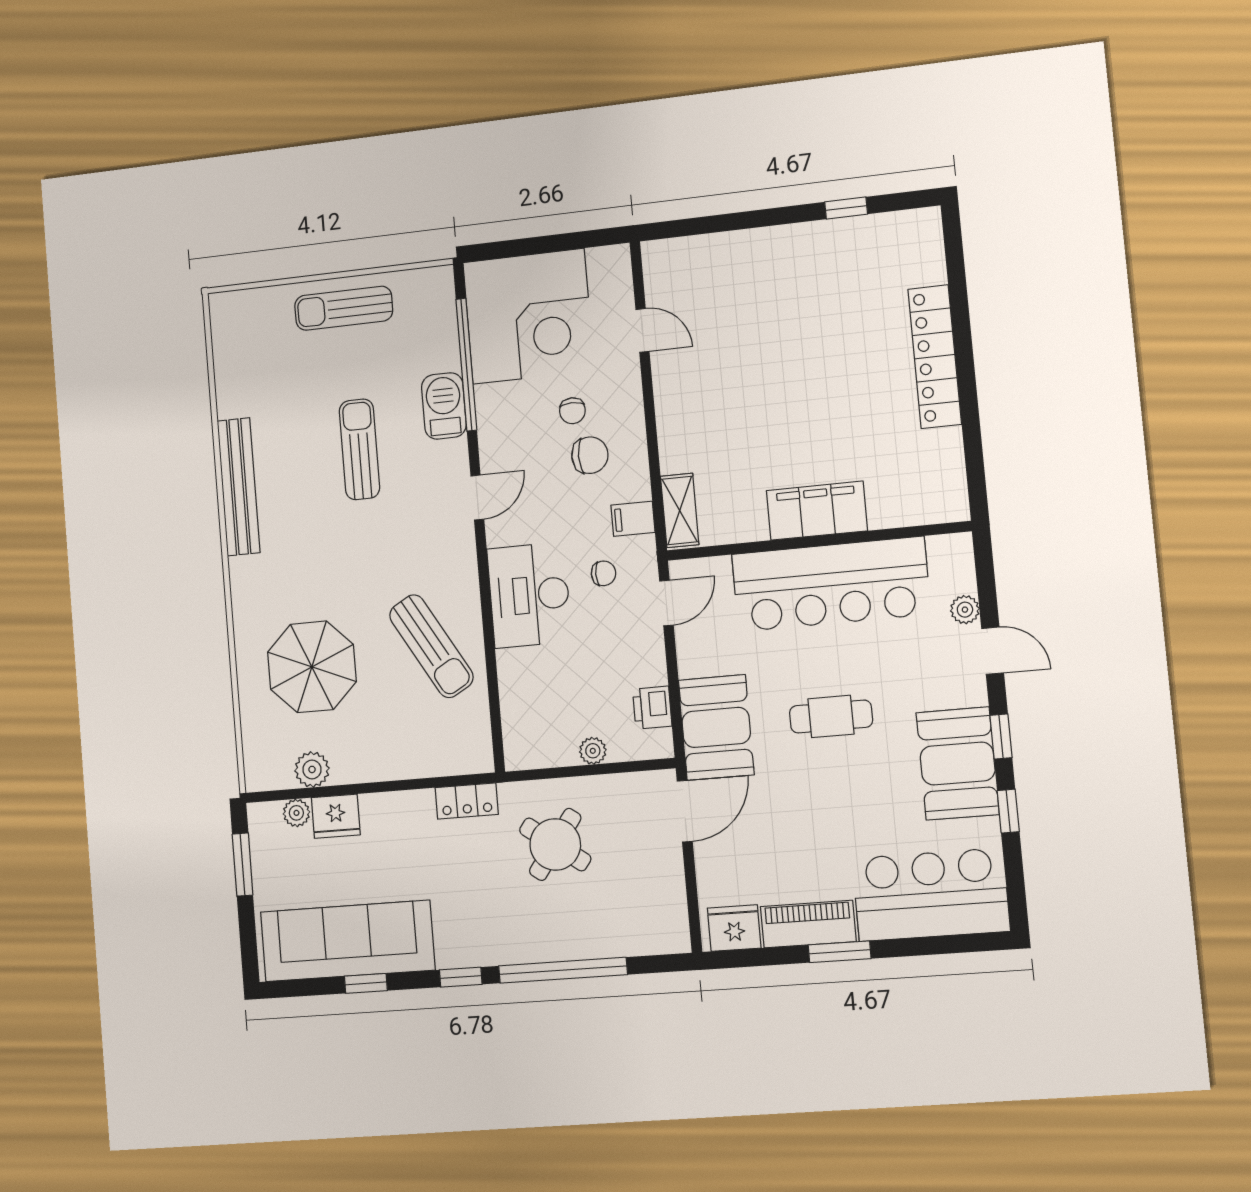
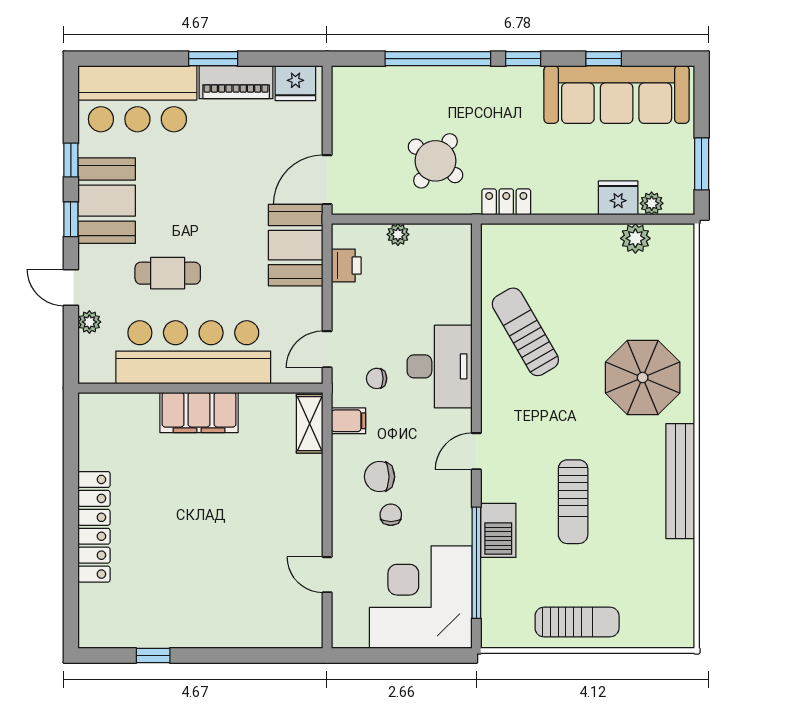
parasol: (312, 667) -> (643, 378), moved
cafe table: (831, 717) -> (168, 273), moved

